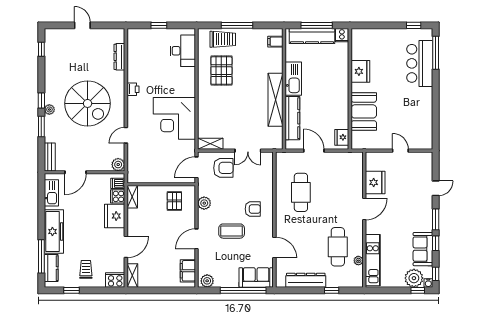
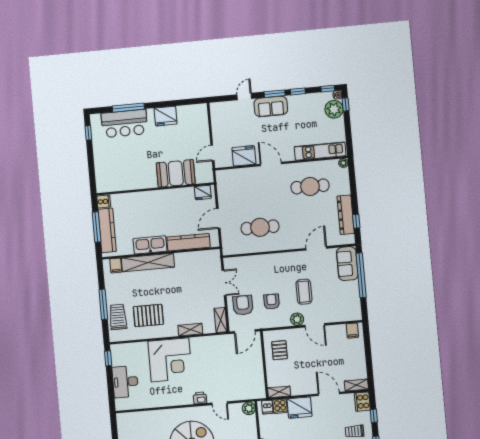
window: (159, 25) -> (108, 358), moved
desk: (183, 51) -> (125, 382), moved, turned -90
window: (436, 53) -> (128, 108), moved
dresser: (119, 57) -> (144, 416), removed
fridge: (360, 71) -> (166, 116), moved, turned 180
printer: (133, 89) -> (200, 398), moved
shelving: (276, 100) -> (148, 262), moved
shelving: (203, 112) -> (190, 330), added
corner desk: (174, 118) -> (170, 360), moved
door: (400, 151) -> (212, 153), moved
door: (197, 167) -> (245, 331), hinge flipped
door: (436, 188) -> (244, 97), hinge flipped
pallet: (174, 201) -> (280, 350), turned 90
plant: (204, 203) -> (297, 319), moved
armchair: (253, 209) -> (272, 302), moved
sofa: (423, 249) -> (271, 106), moved
plant: (358, 261) -> (343, 163), moved
filing cabinet: (188, 271) -> (352, 331), width x0.50
plant: (207, 281) -> (355, 311), removed
window: (100, 290) -> (374, 416), added
window: (332, 290) -> (356, 221), moved

